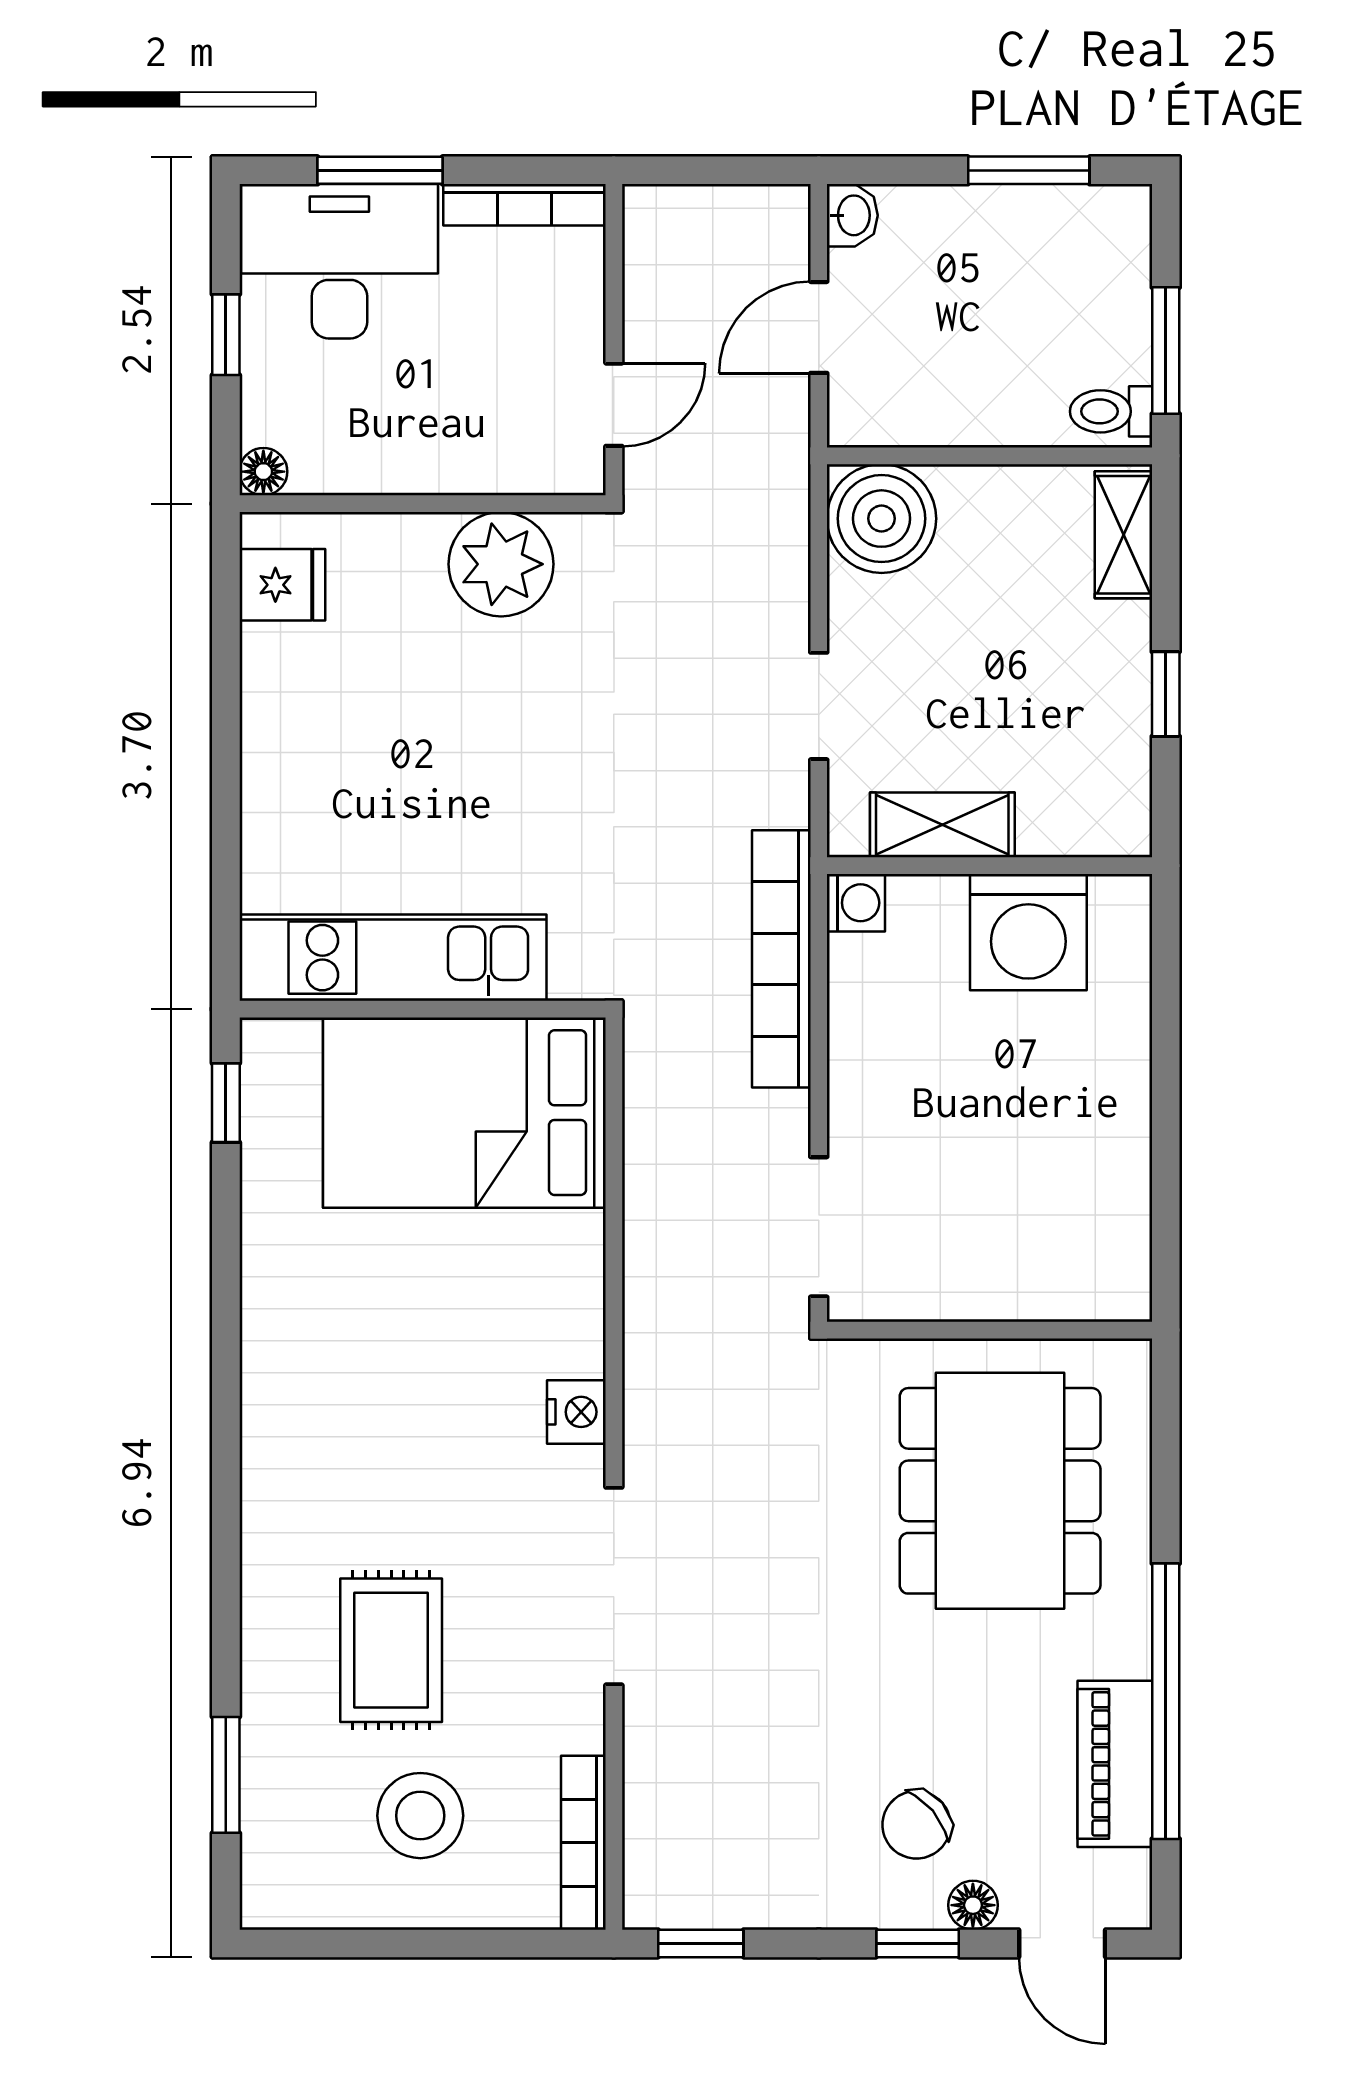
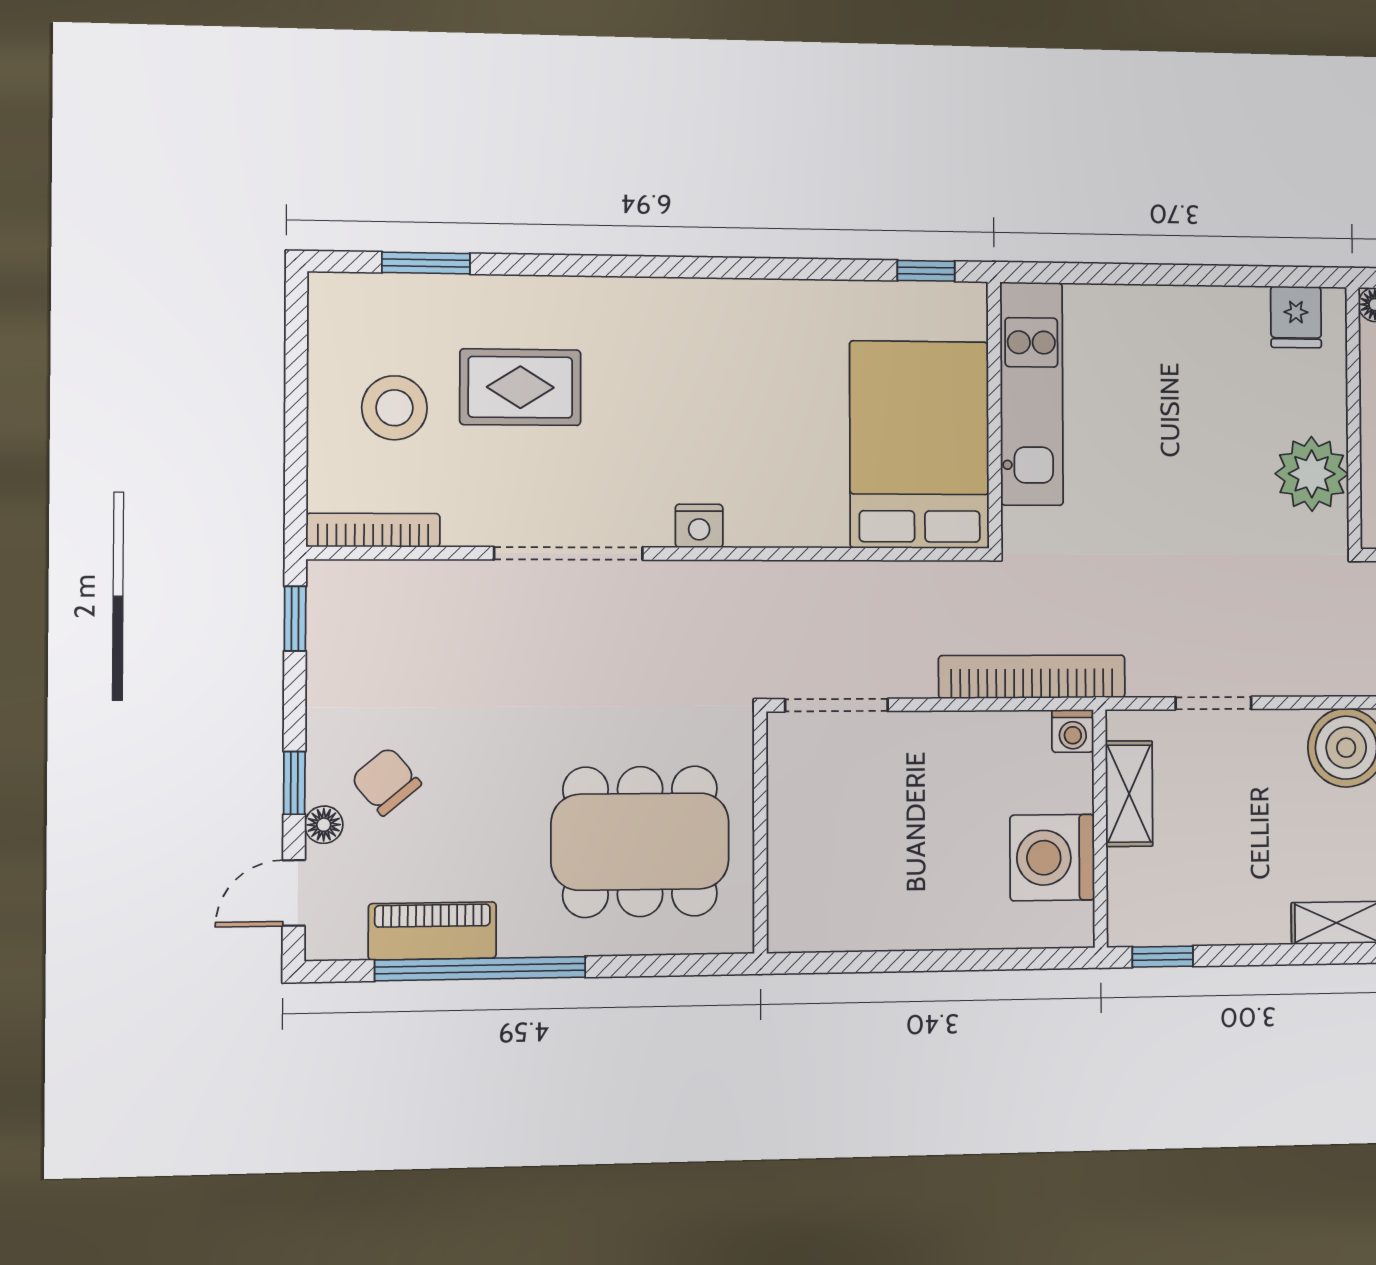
window: (1166, 694) -> (1163, 957), moved

